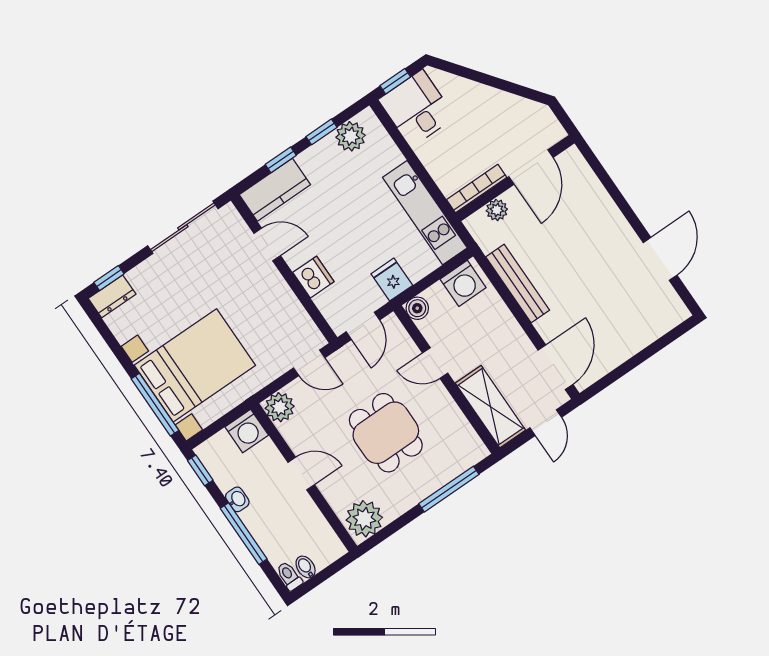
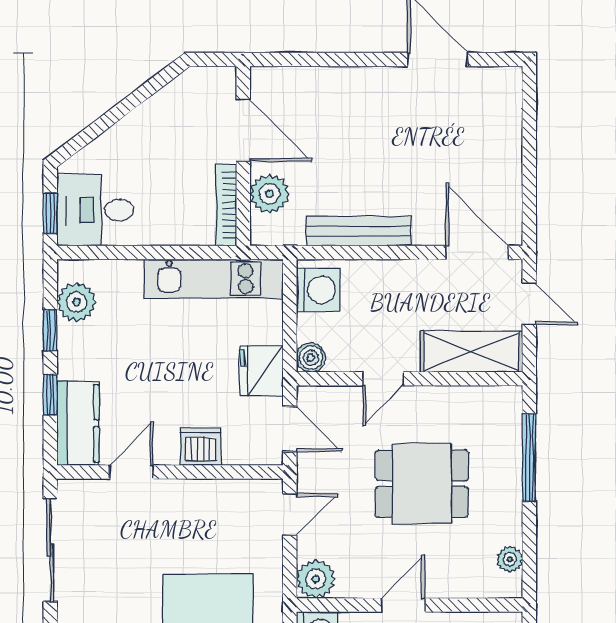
plant: (497, 210) -> (269, 194), width x1.38, depth x1.38
fridge: (392, 280) -> (261, 371), width x1.38
plant: (364, 519) -> (510, 559), width x0.53, depth x0.53

